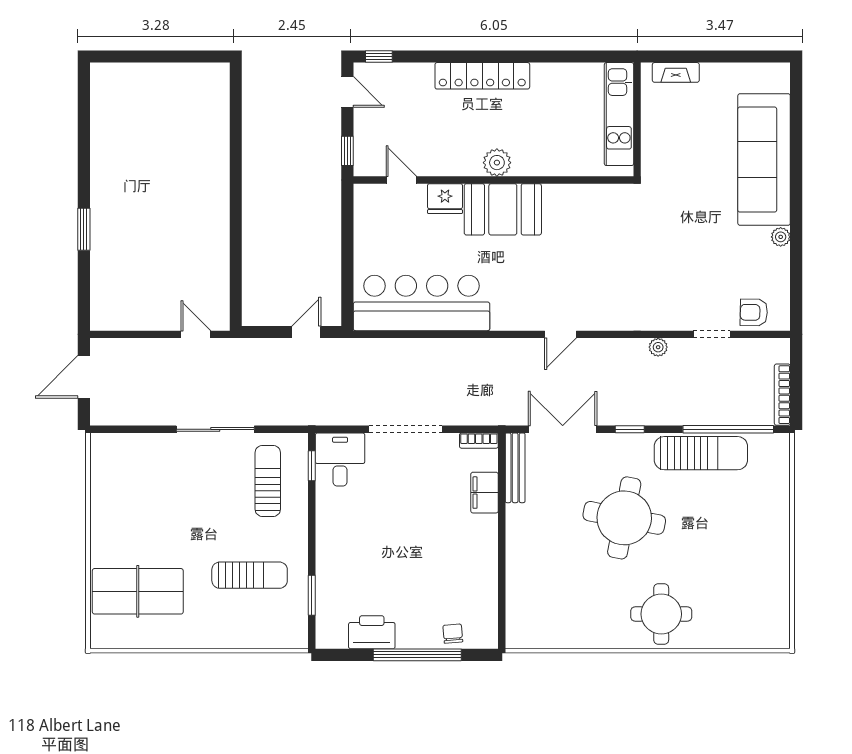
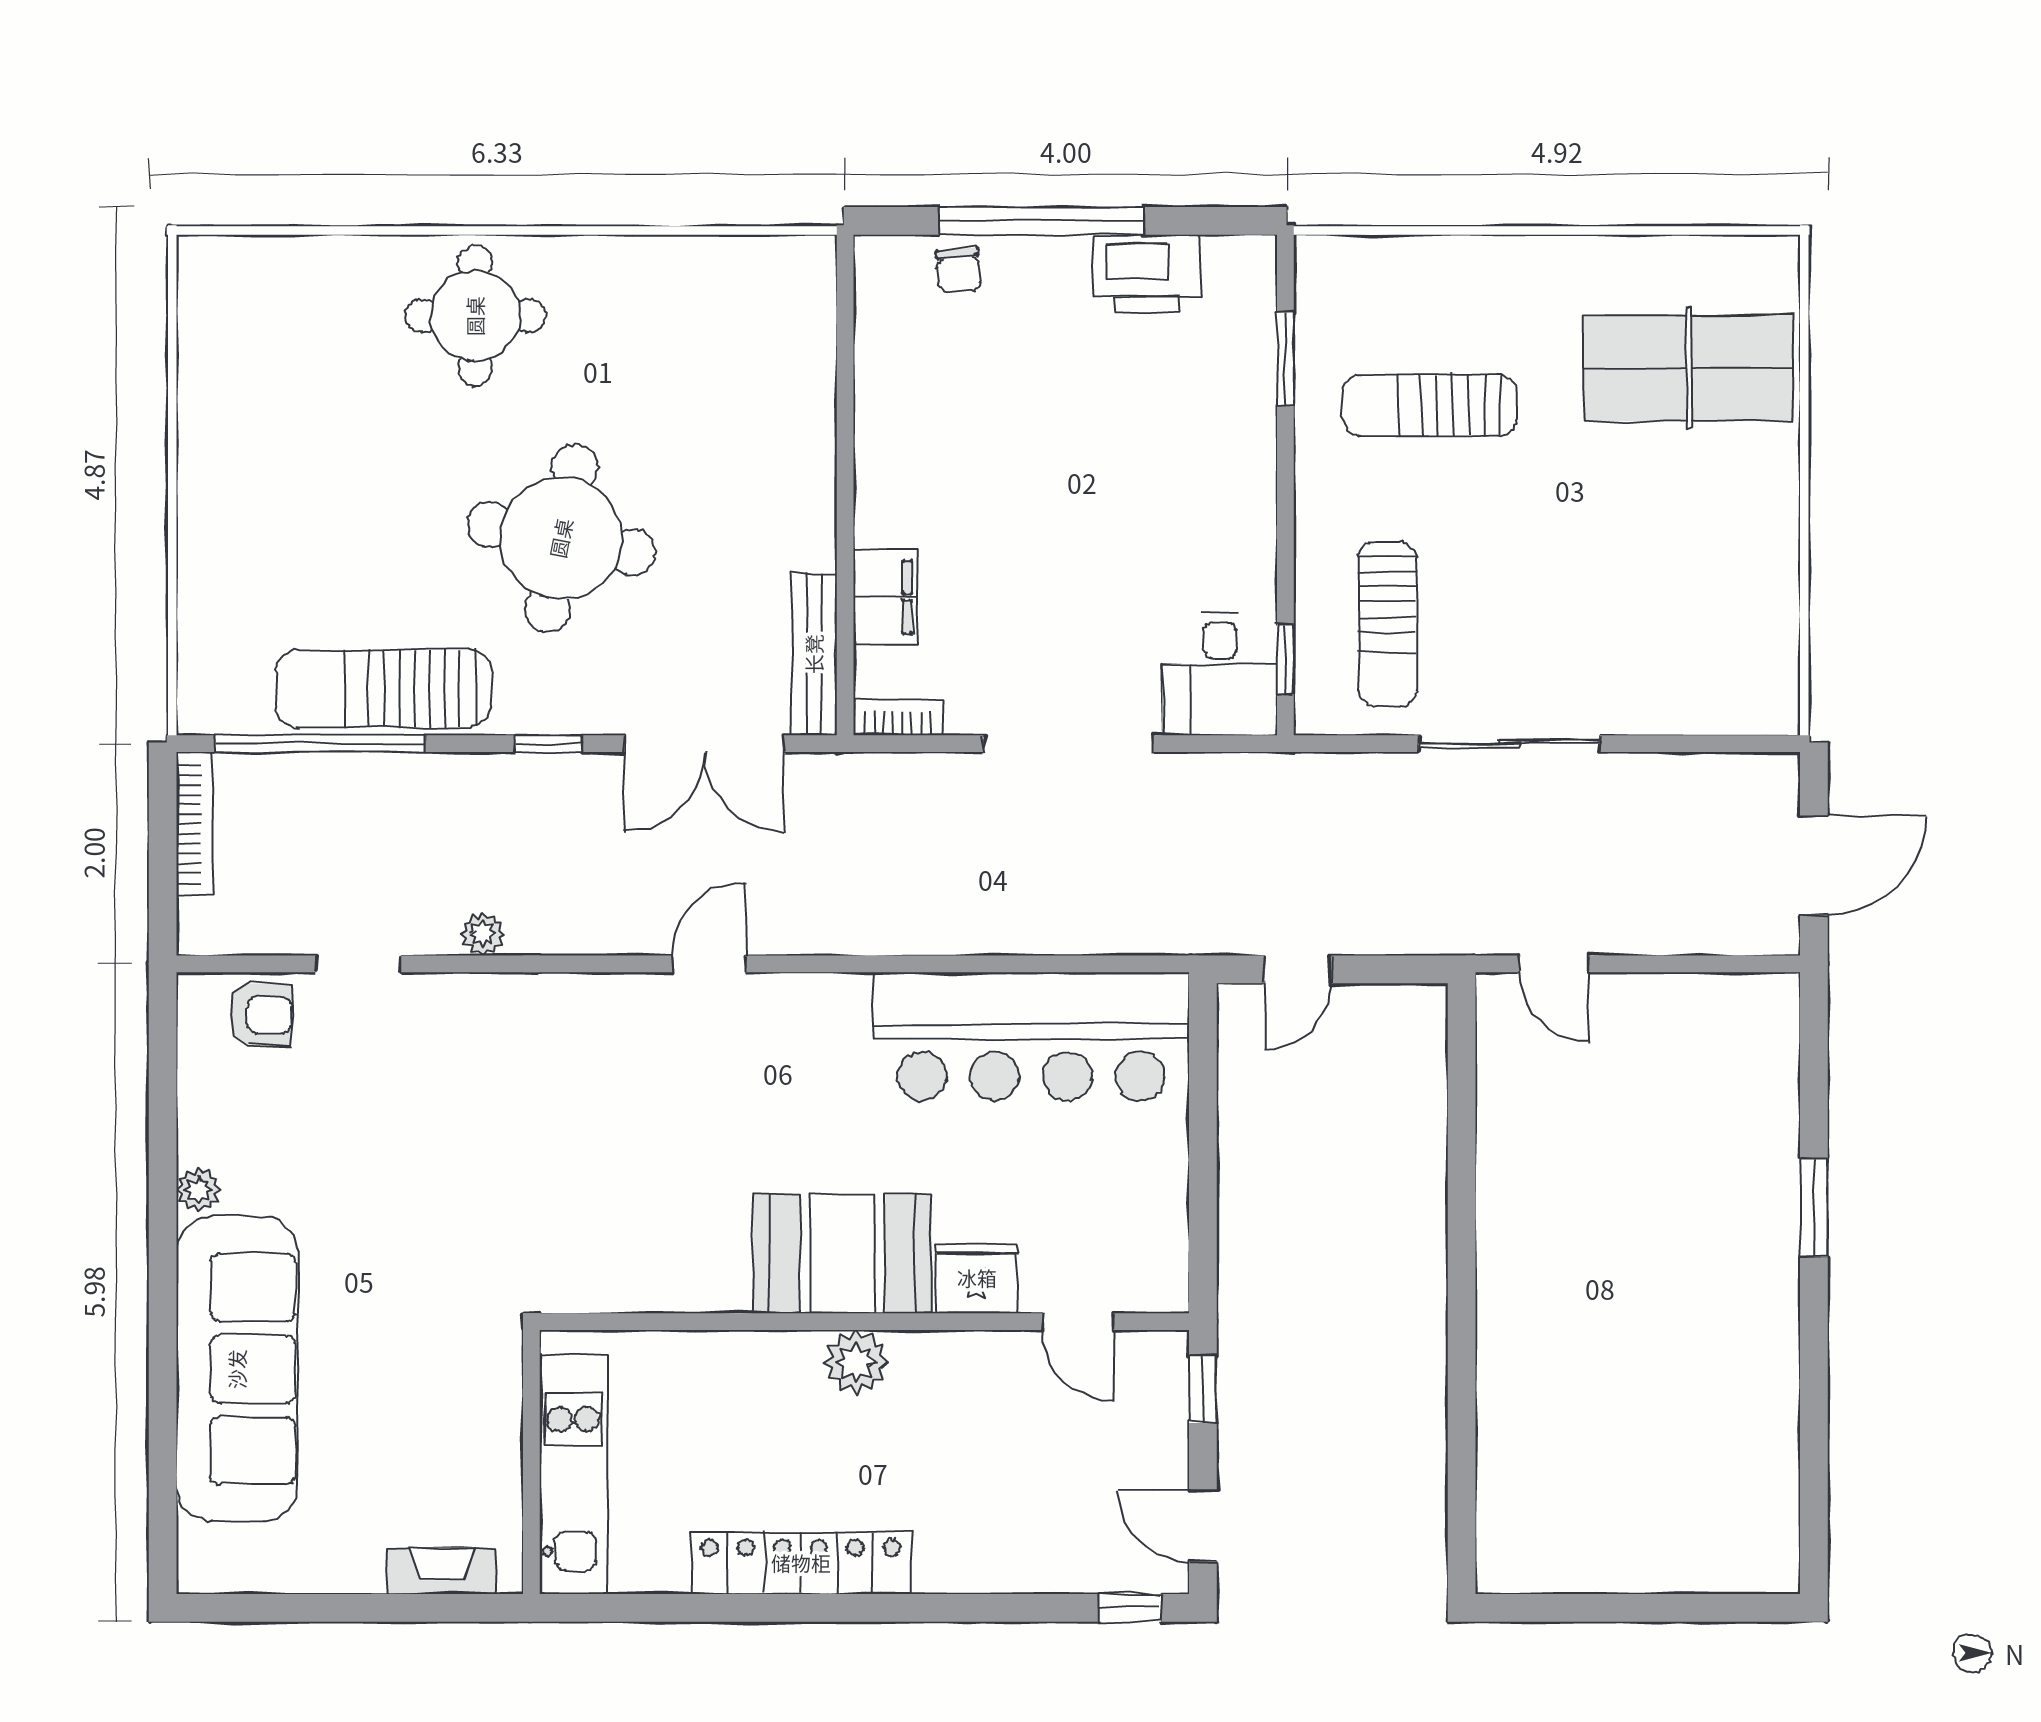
locker: (482, 76) -> (801, 1563), moved

